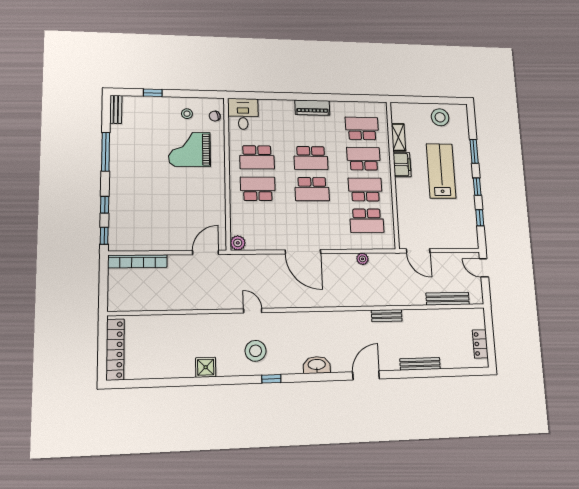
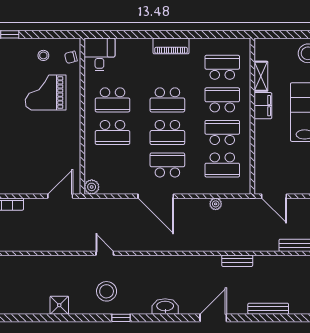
school desk: (258, 189) -> (113, 132), turned 180
school desk: (313, 221) -> (167, 165), added

